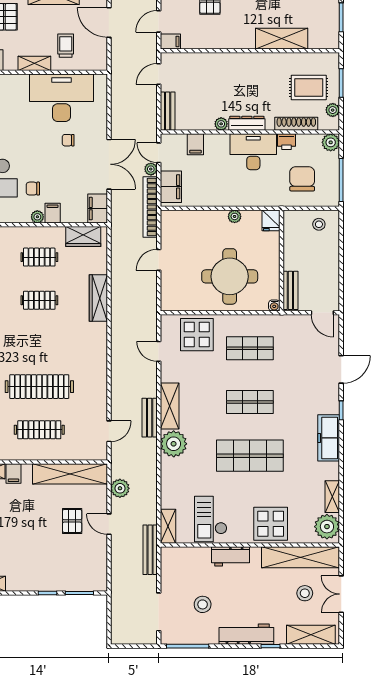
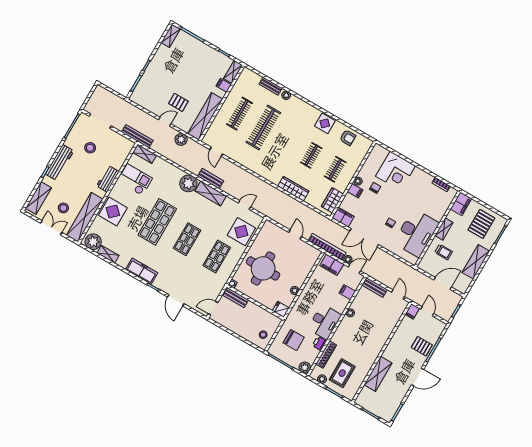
dresser: (247, 123) -> (342, 327), removed

